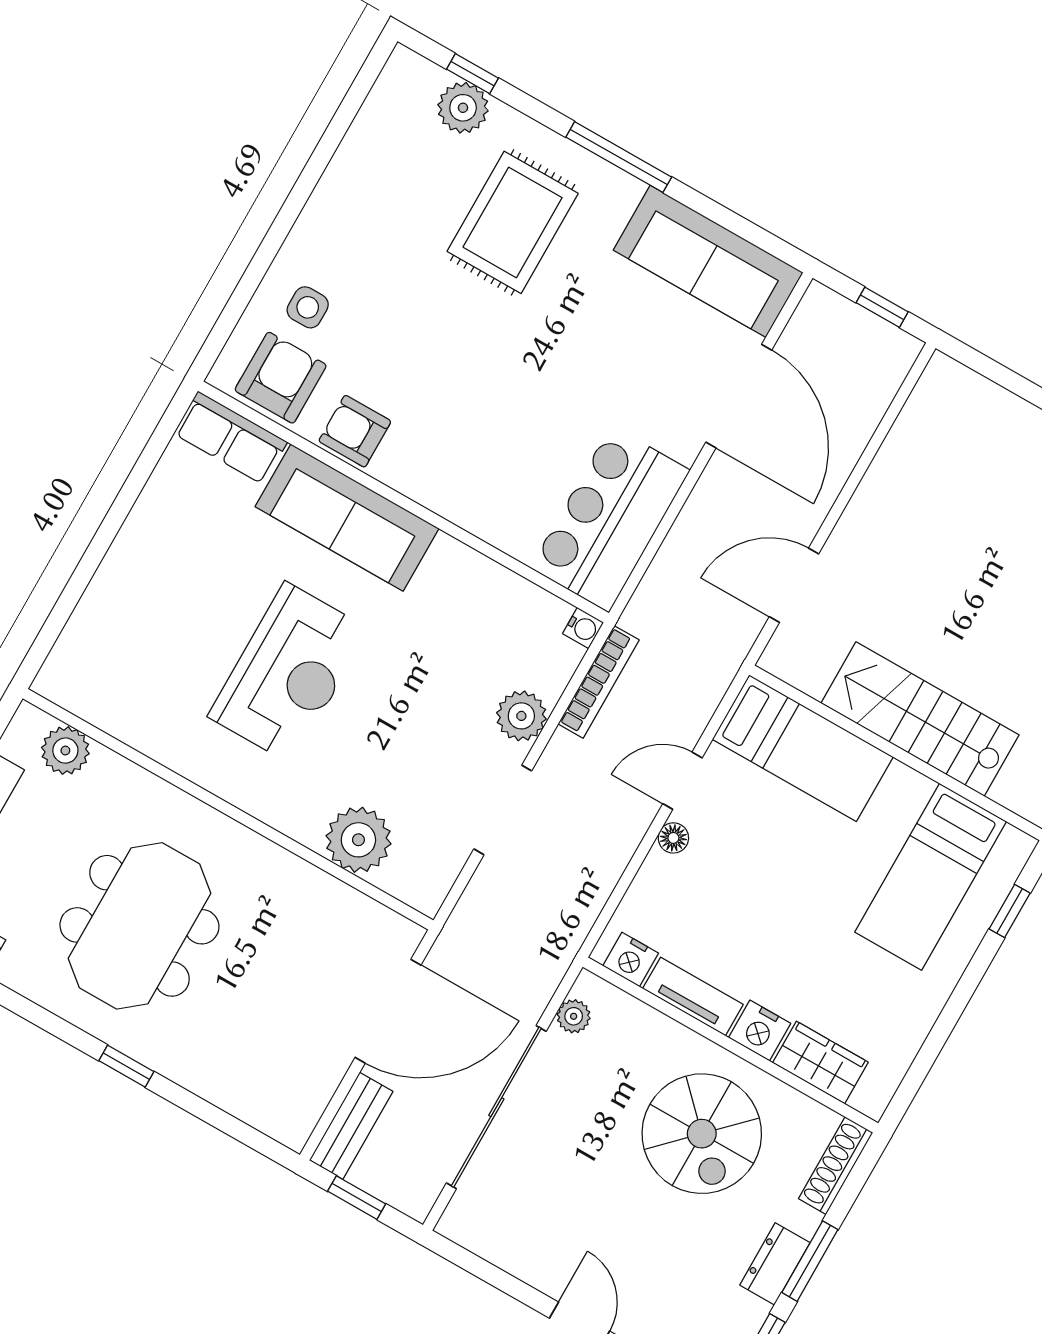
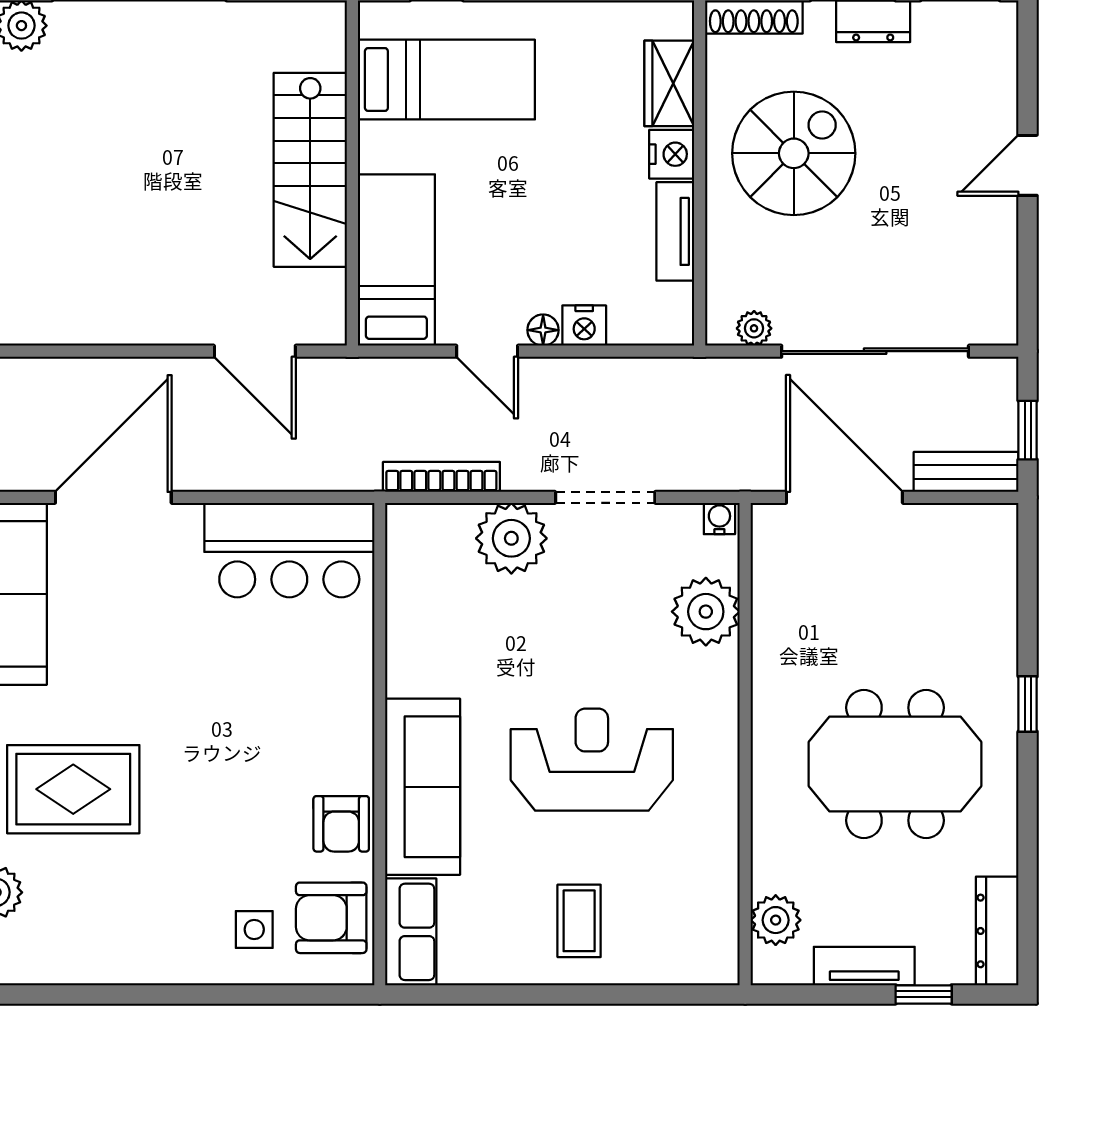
coffee table: (159, 585) -> (579, 921), added
water cooler: (583, 628) -> (719, 518), moved
plant: (521, 716) -> (511, 538), width x1.36, depth x1.36
nightstand: (631, 960) -> (584, 326), moved, turned 90

